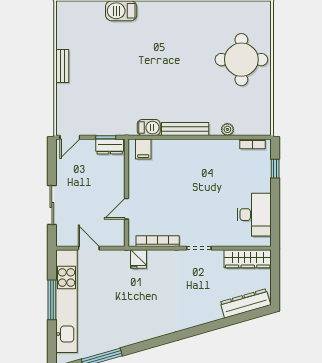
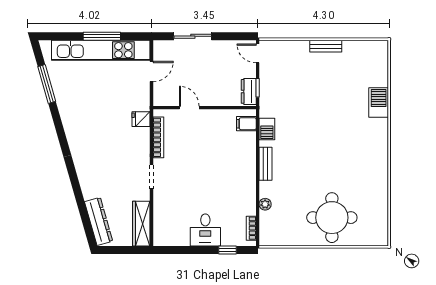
bench: (185, 129) -> (265, 164), width x0.73
desk: (254, 215) -> (205, 230), moved, width x0.73

